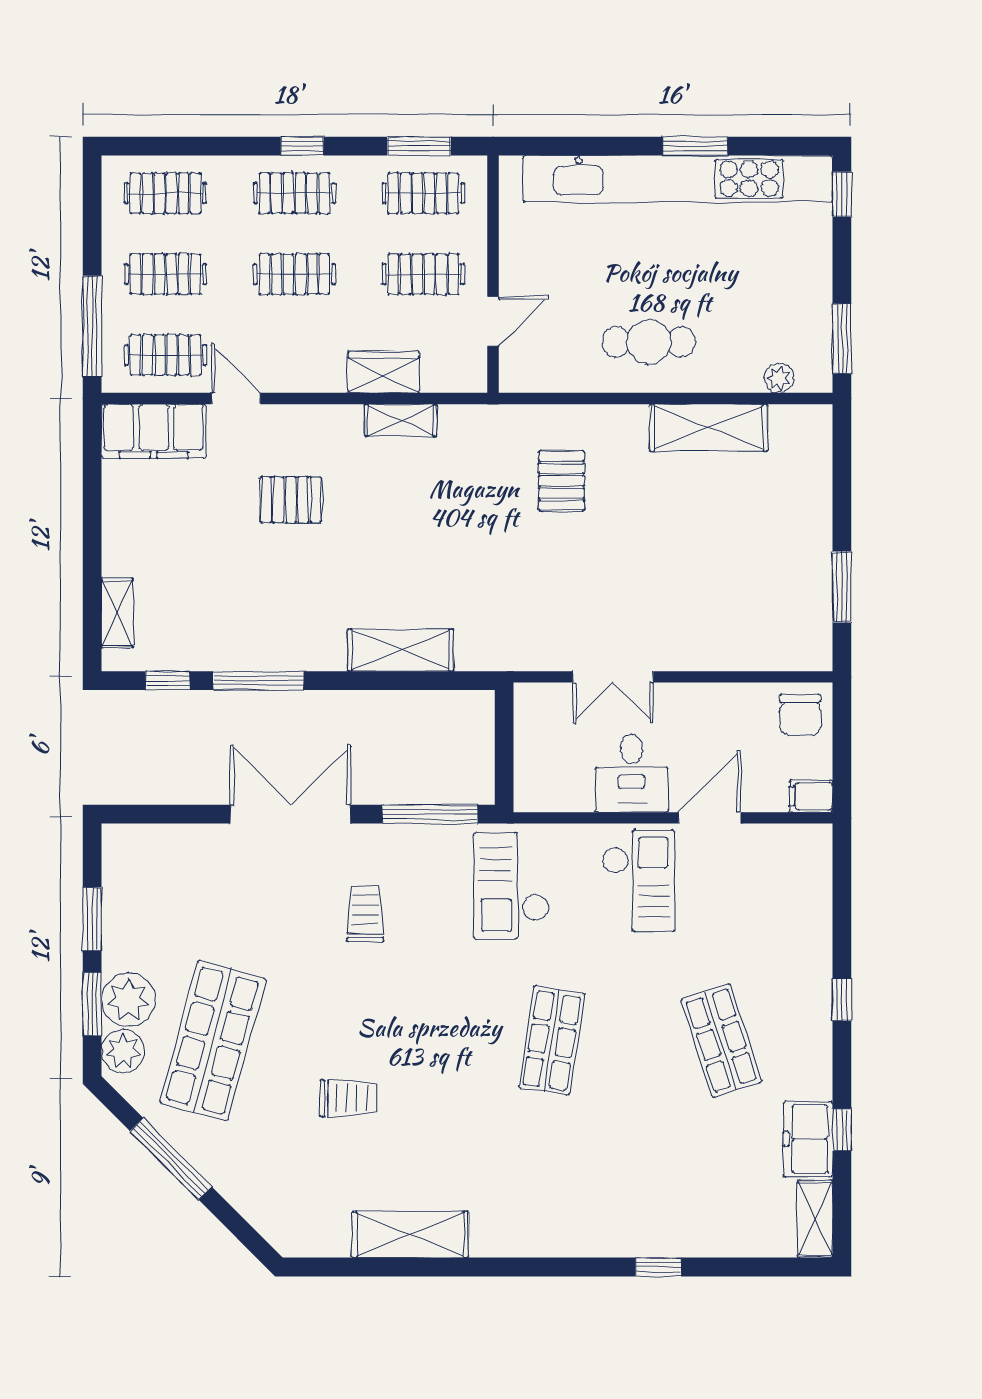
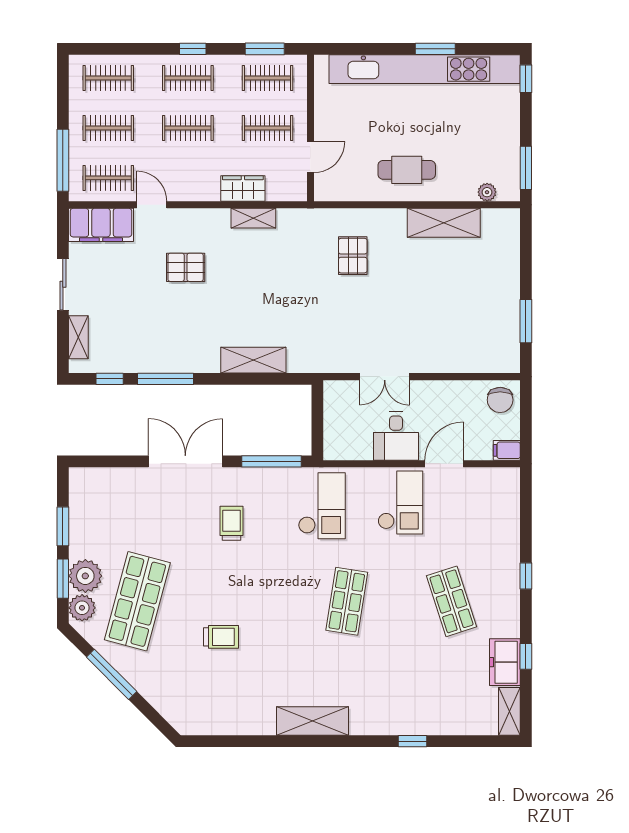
sliding door: (92, 527) -> (63, 284), added
checkout: (511, 886) -> (322, 506), turned 180
shelving: (410, 1234) -> (312, 721), moved

